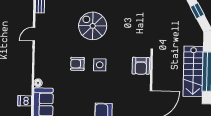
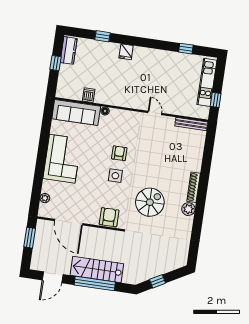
spiral stairs: (93, 26) -> (150, 202), moved
armchair: (141, 66) -> (109, 217), turned 90

